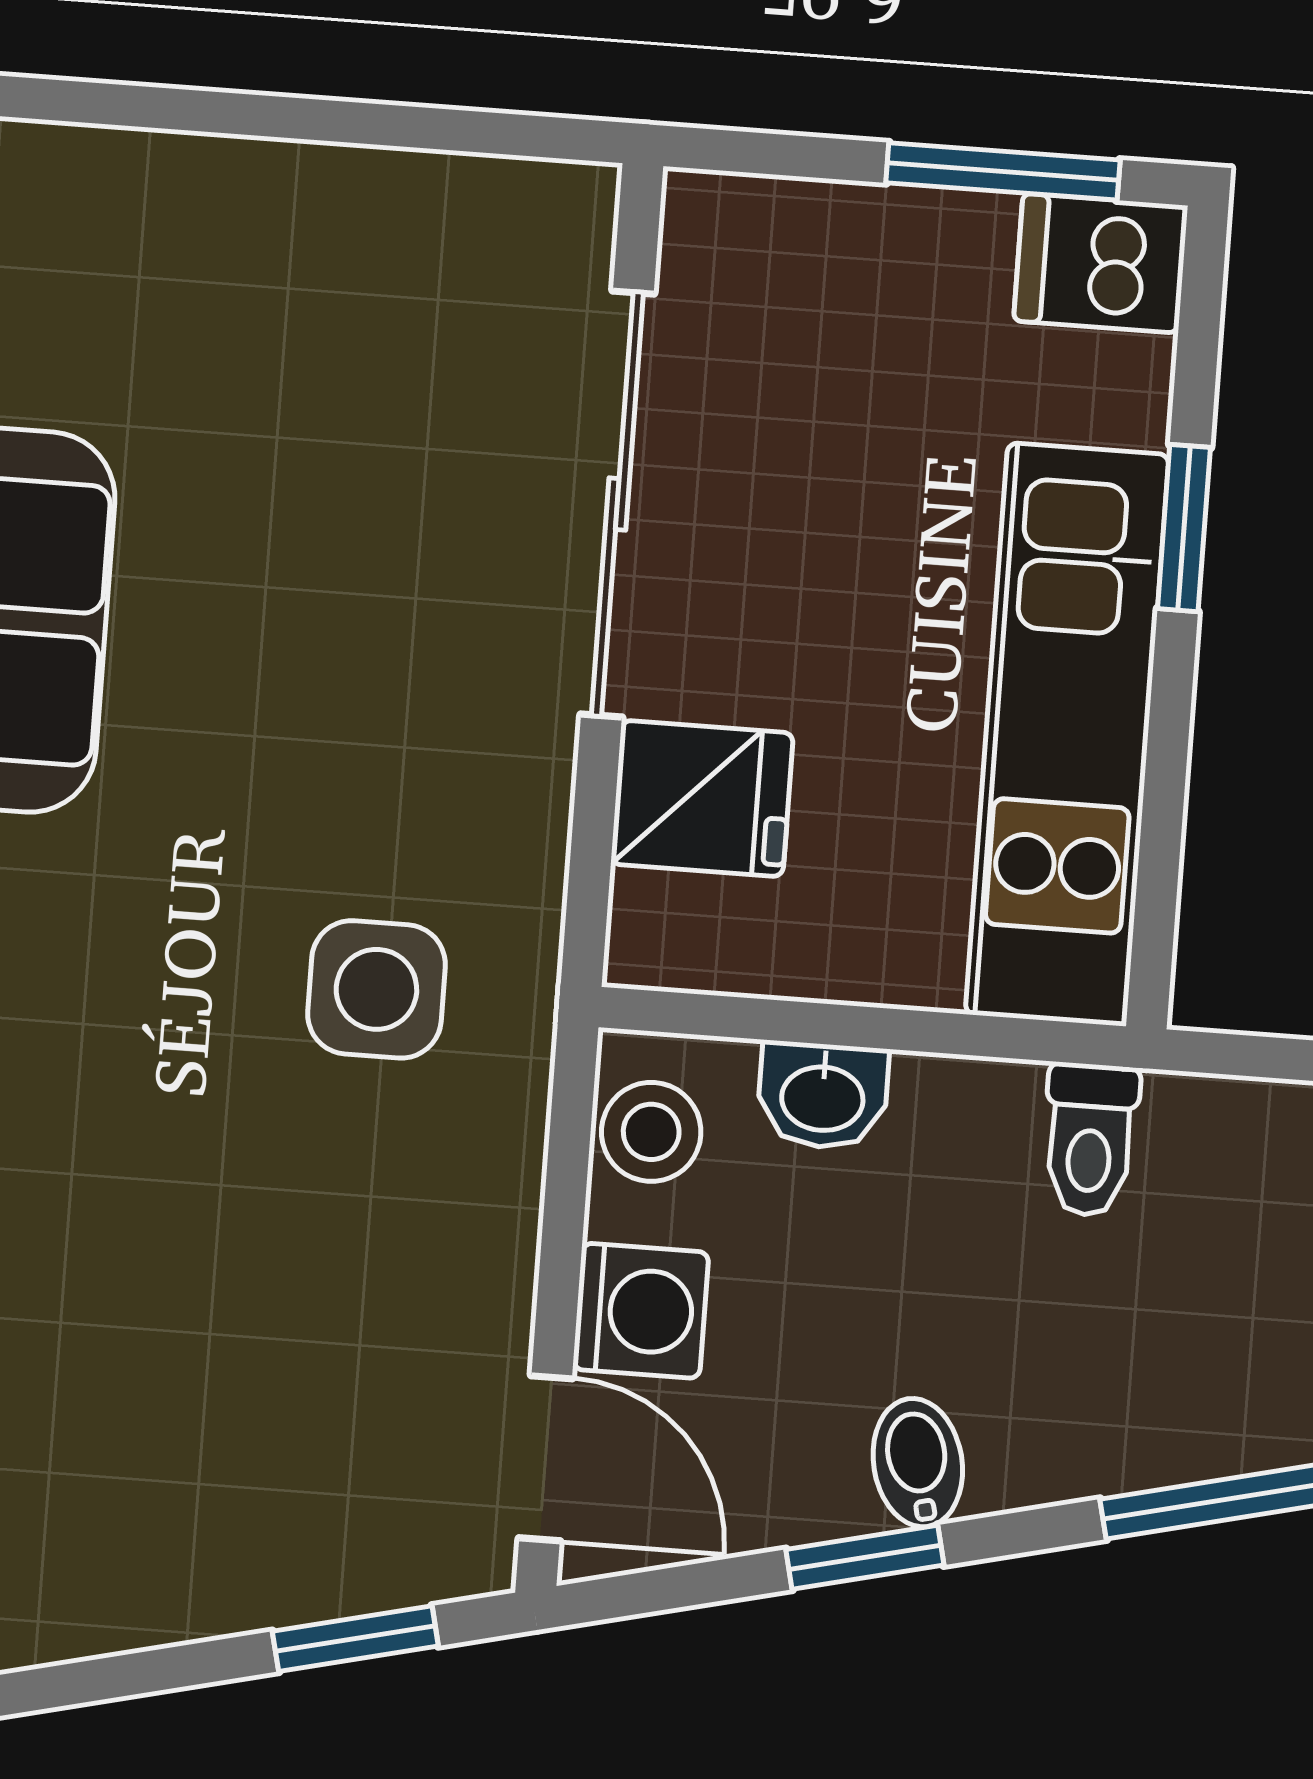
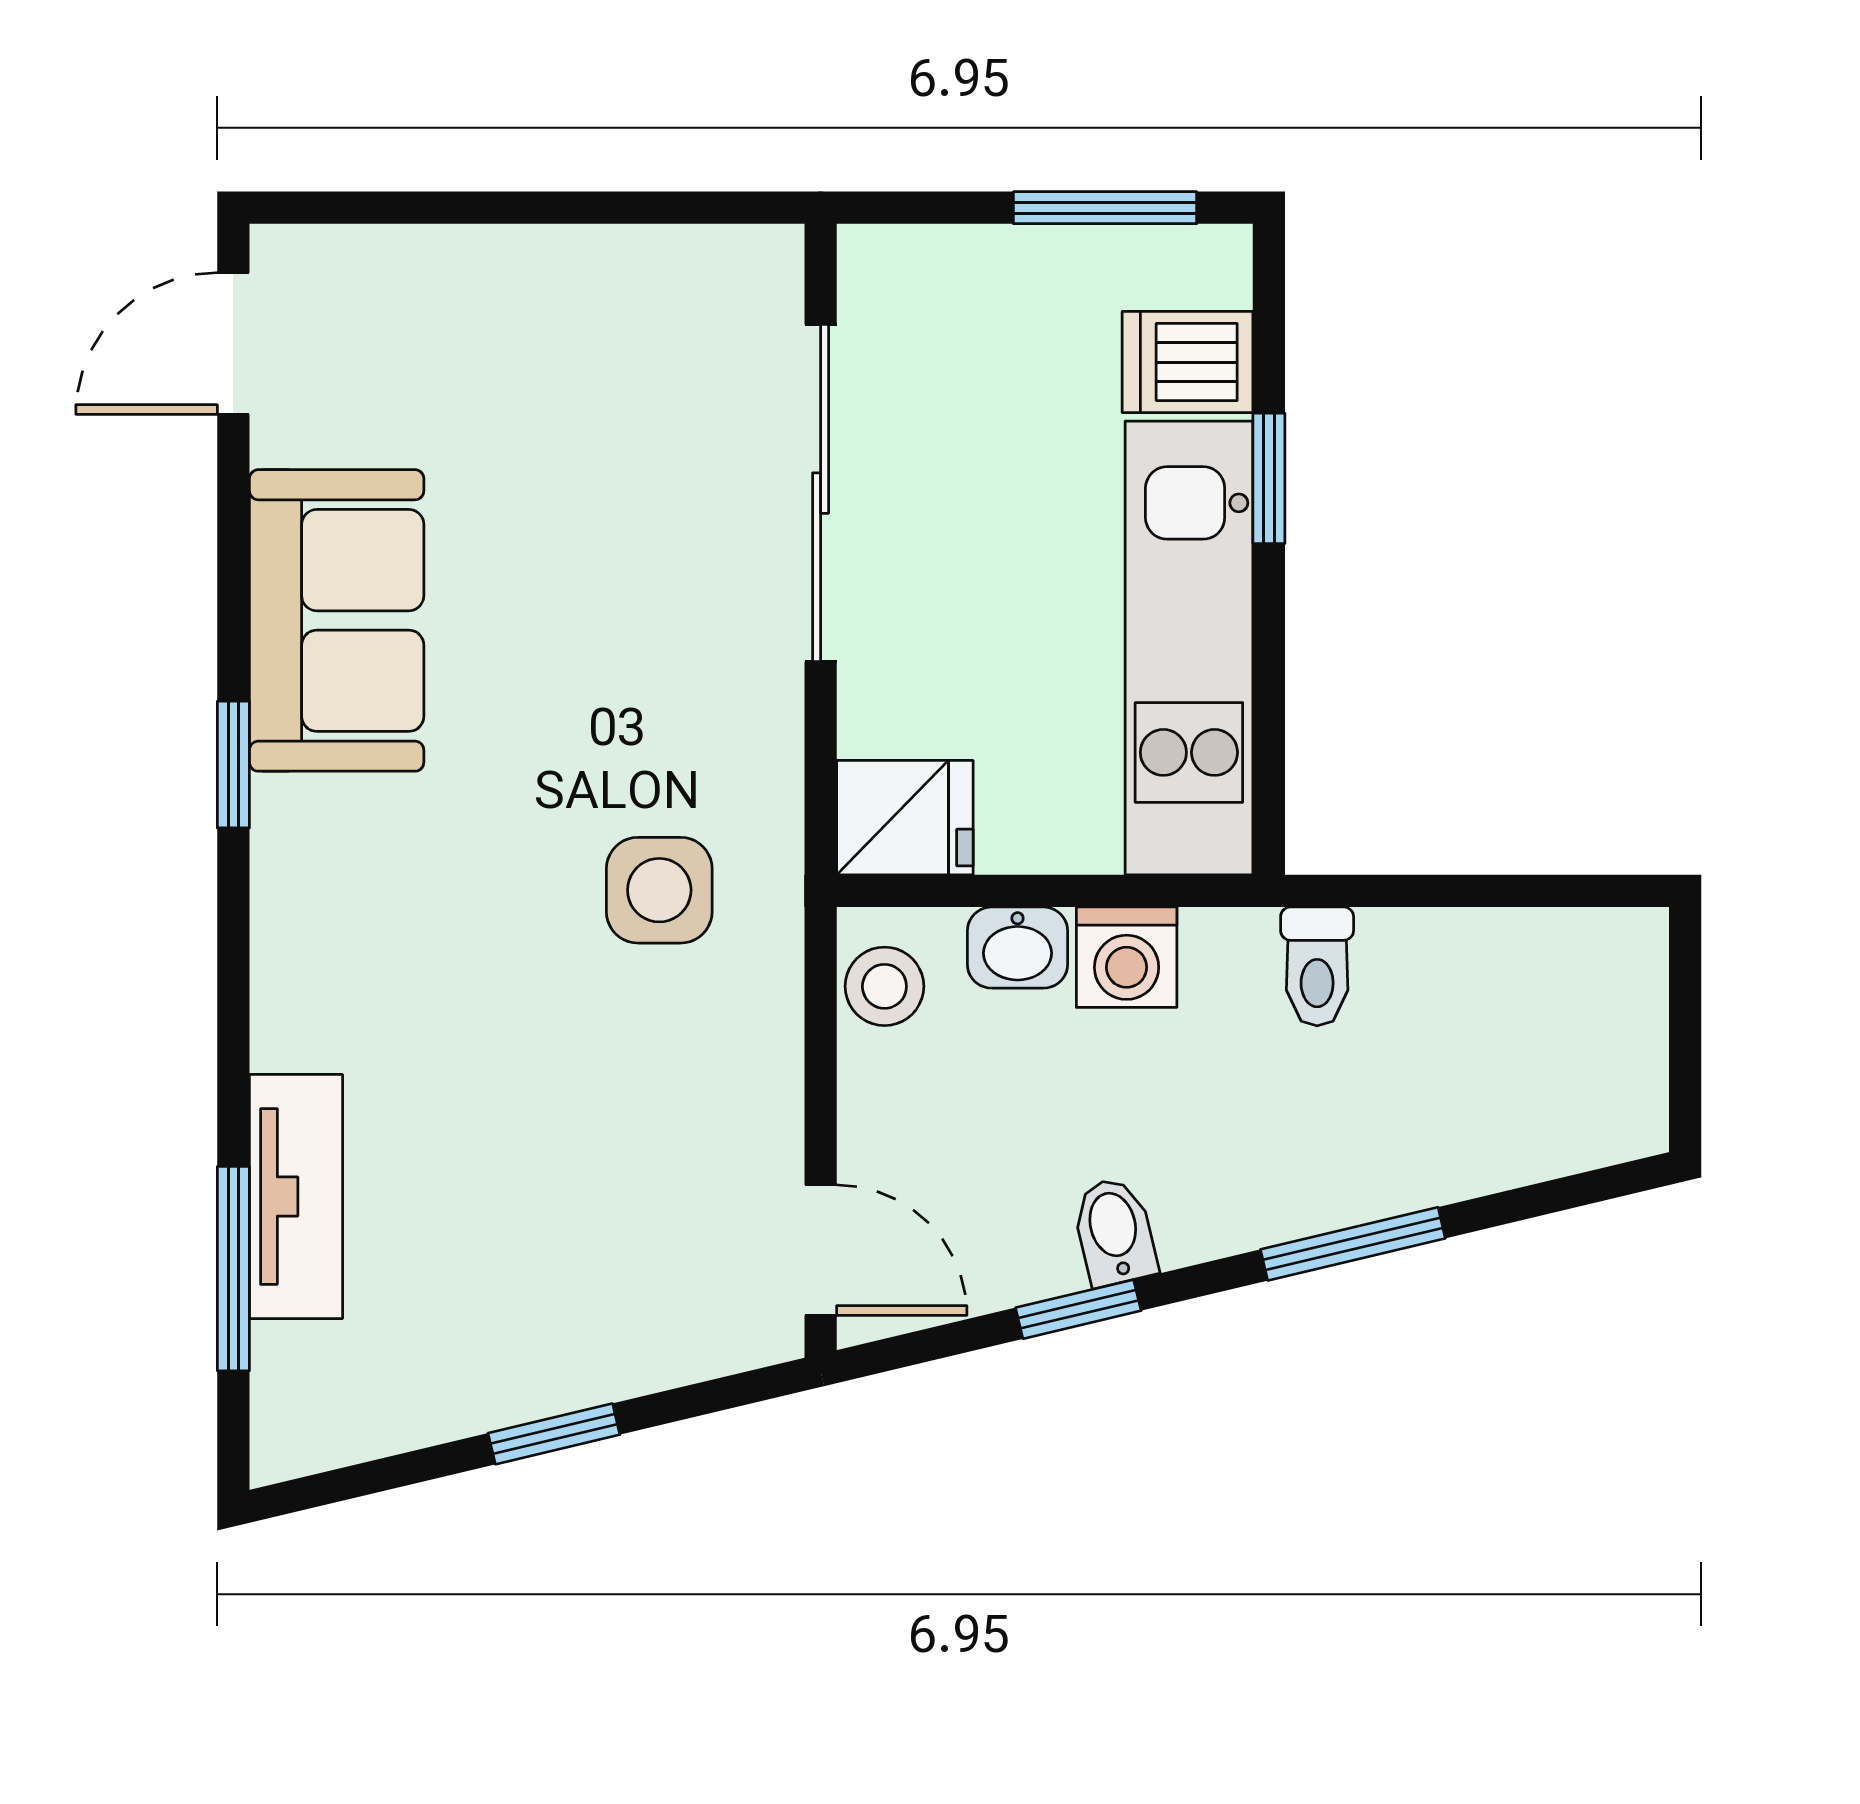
dishwasher: (1101, 263) -> (1188, 362), moved
fridge: (702, 798) -> (905, 818), moved
toilet: (1090, 1140) -> (1317, 966), moved
washing machine: (641, 1311) -> (1127, 957), moved, turned 90
window: (355, 1639) -> (554, 1434), moved

